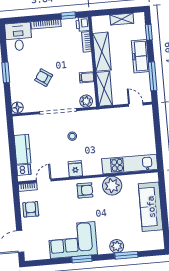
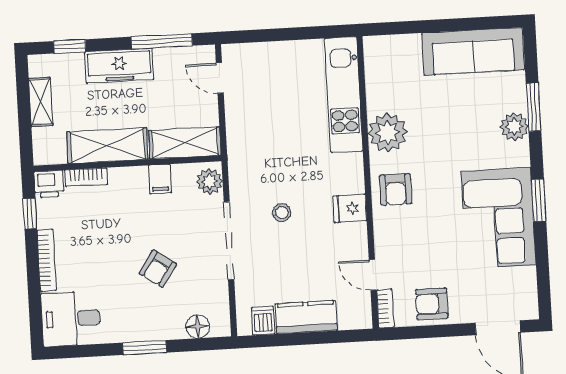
door: (136, 105) -> (220, 78), hinge flipped
floor lamp: (17, 108) -> (198, 326), moved
dishwasher: (24, 170) -> (263, 321), moved
armchair: (85, 190) -> (396, 189), turned 180
sofa: (151, 207) -> (473, 51), moved

